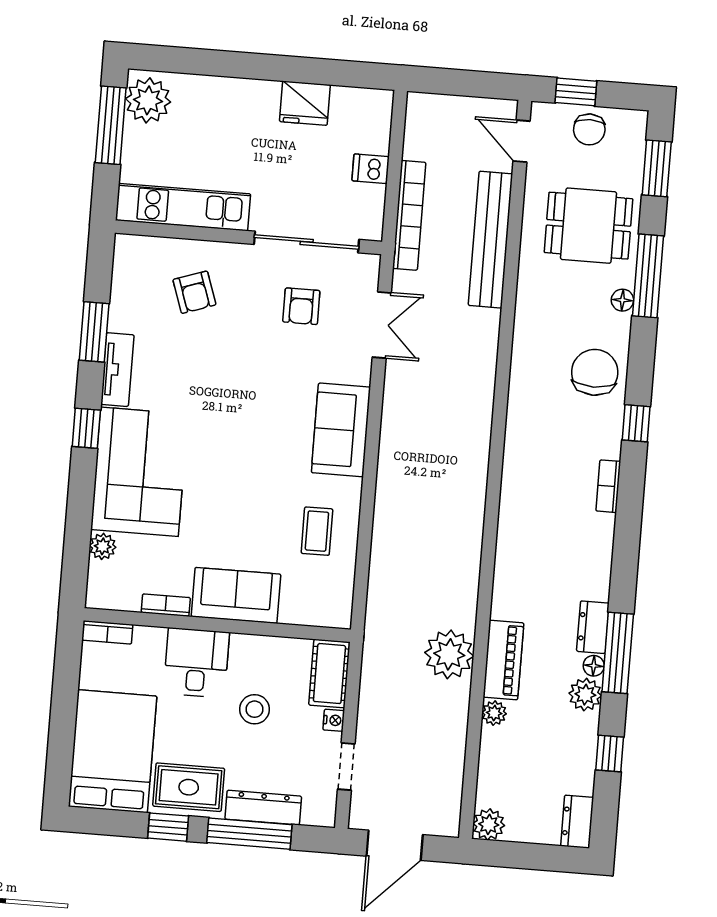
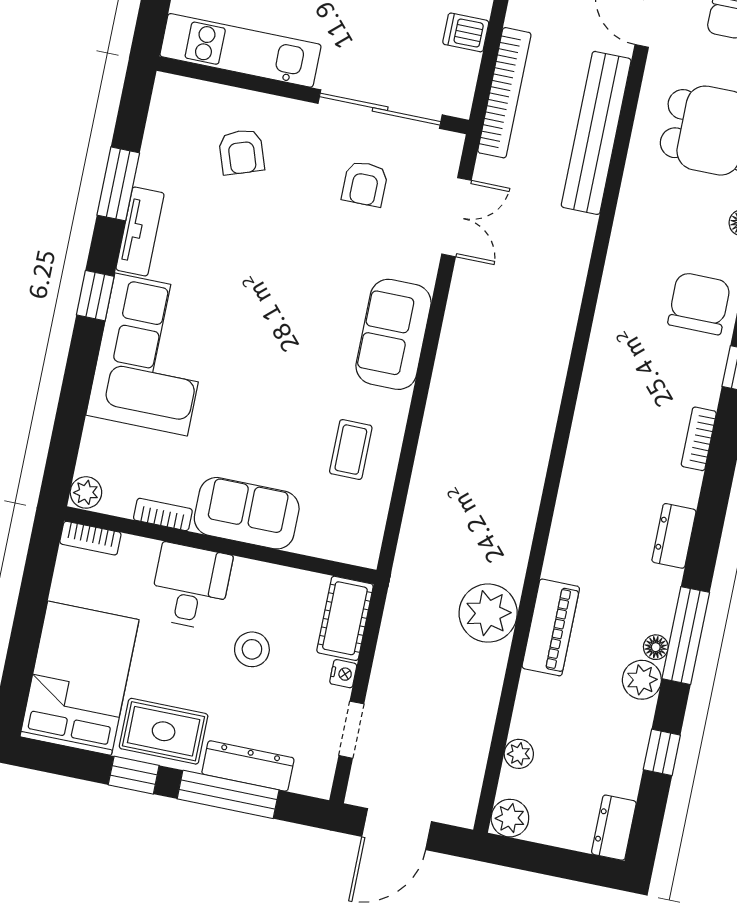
plant: (103, 546) -> (86, 492), moved
dresser: (593, 627) -> (674, 536), moved
plant: (494, 713) -> (519, 754), moved

